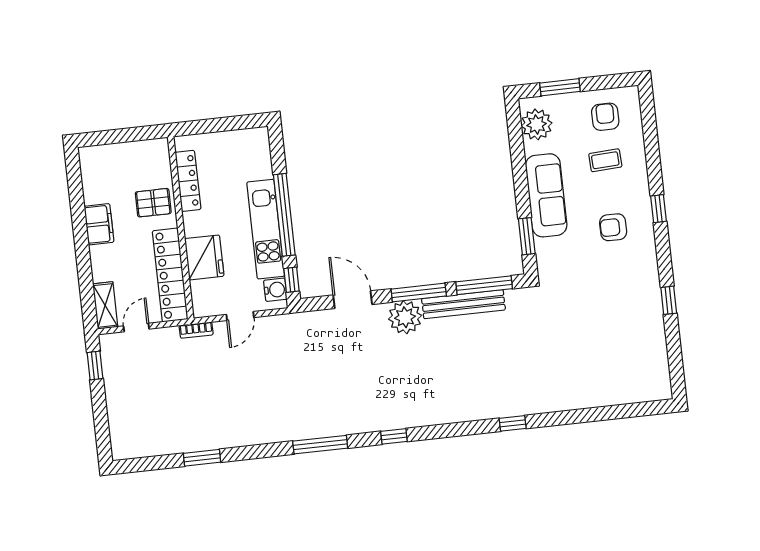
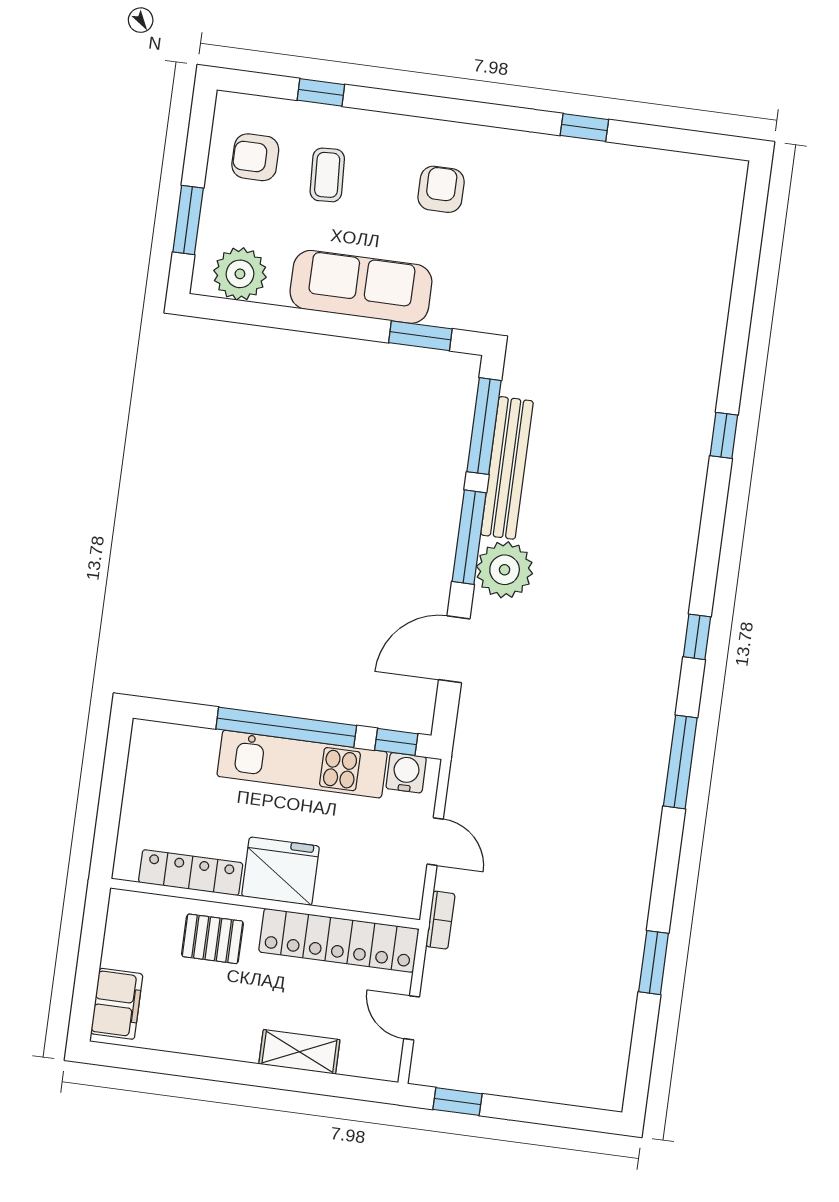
pallet: (153, 203) -> (212, 939), turned 90
window: (659, 209) -> (321, 92), moved
filing cabinet: (99, 224) -> (117, 1004), moved, turned 90
armchair: (613, 227) -> (441, 189), turned 180
fridge: (204, 257) -> (281, 871), moved
shelving: (105, 305) -> (299, 1052), moved

